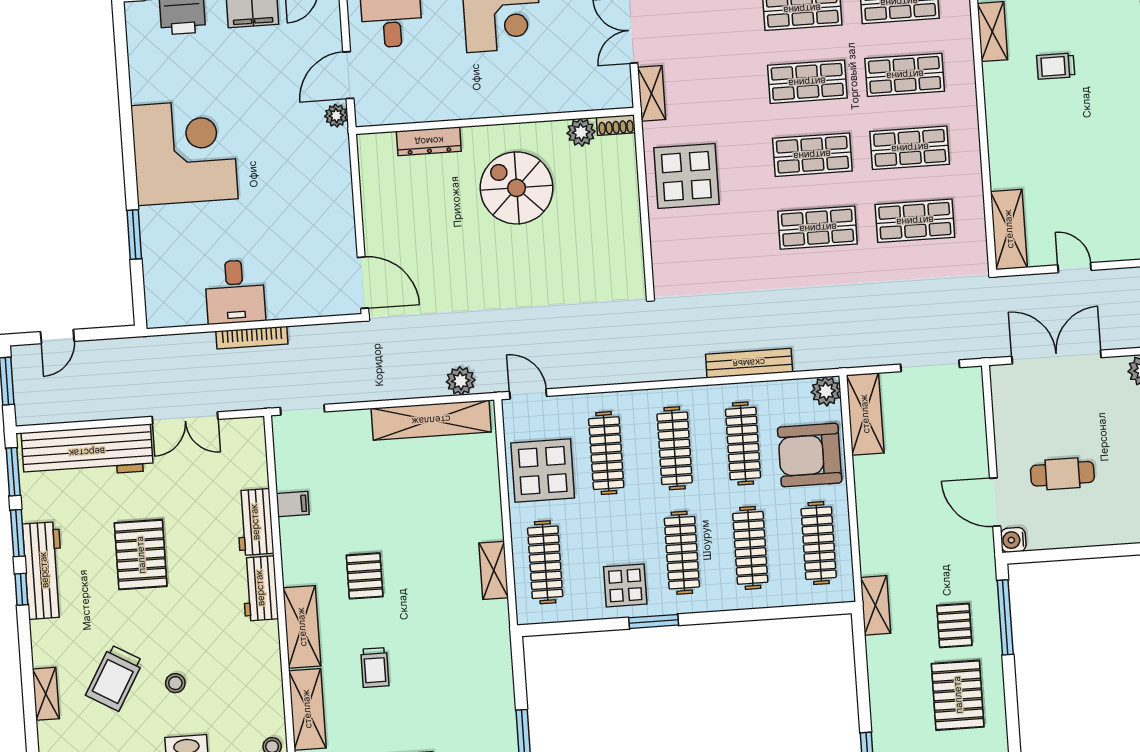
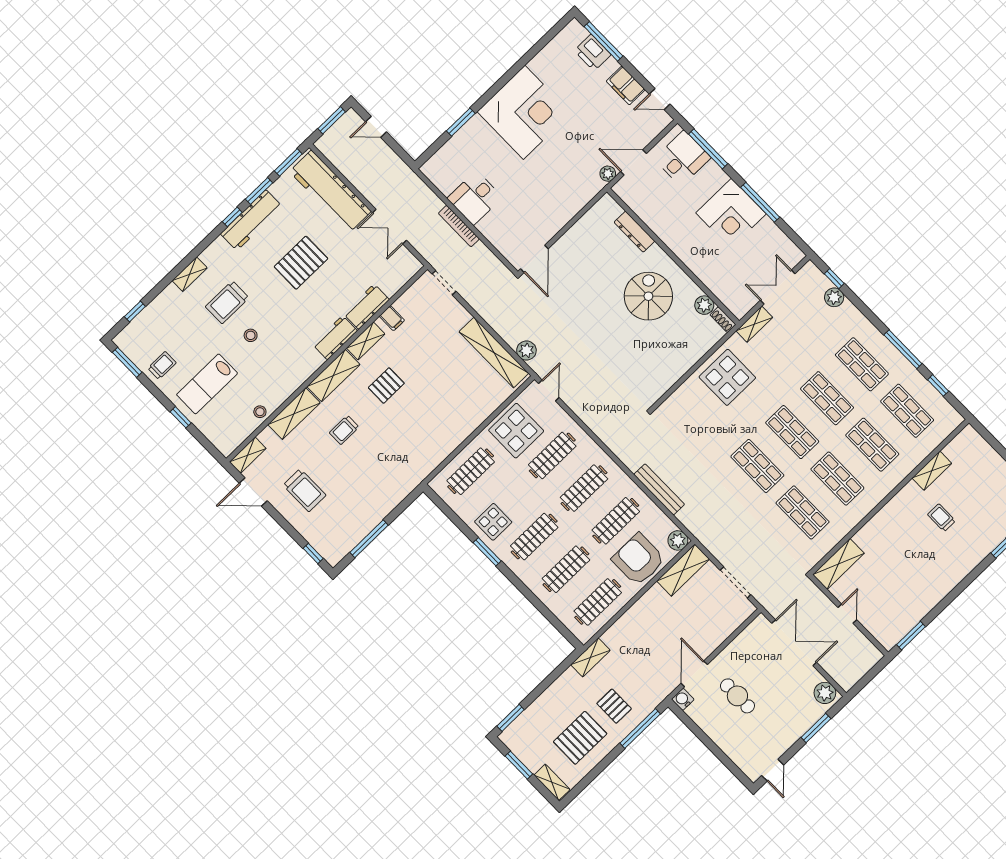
shelving: (494, 570) -> (366, 341), moved
pallet: (954, 625) -> (614, 706), turned 90
trolley: (114, 678) -> (227, 302), turned -30

